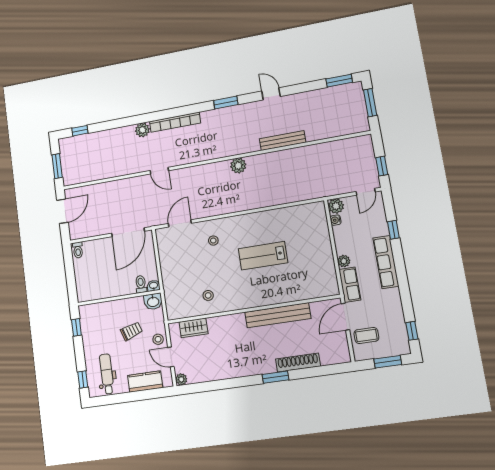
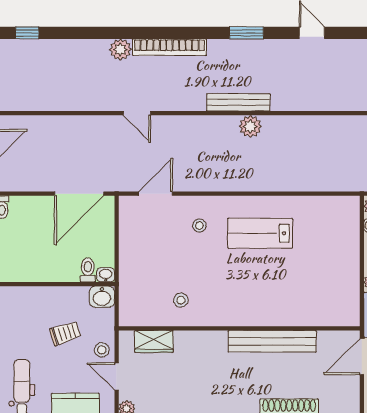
bench: (283, 141) -> (238, 102), moved
lab bench: (263, 256) -> (260, 233), moved

